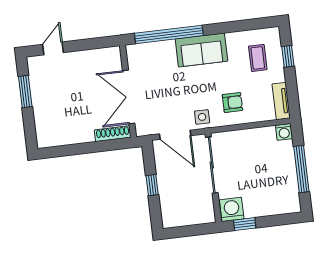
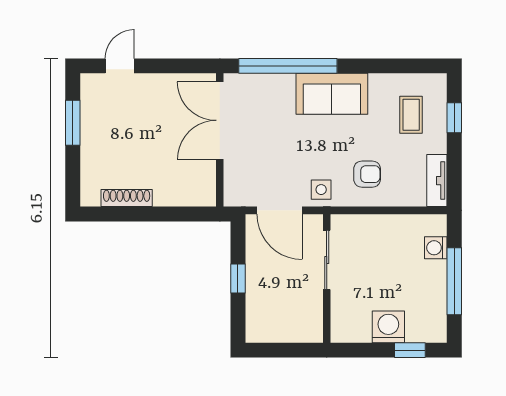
double door: (129, 97) -> (220, 120), moved
washing machine: (284, 132) -> (436, 248), moved, turned 90
shoe rack: (113, 134) -> (127, 198), moved
sliding door: (212, 165) -> (327, 260), width x0.73
washing machine: (232, 209) -> (388, 327), moved
window: (245, 224) -> (410, 350), moved

